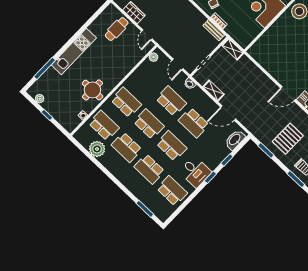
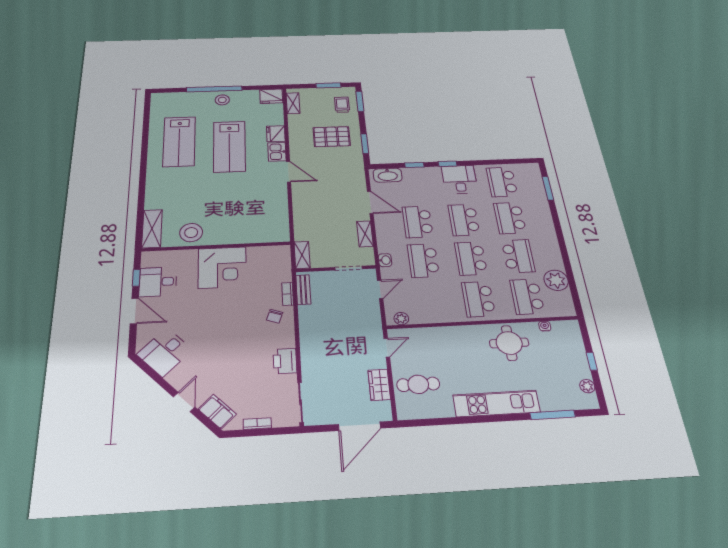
school desk: (194, 123) -> (418, 222), turned 180
school desk: (149, 169) -> (510, 218), turned 180

